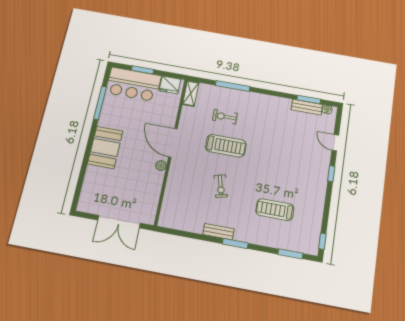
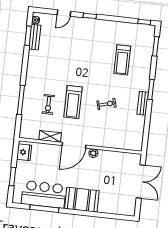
bar counter: (133, 84) -> (44, 194), moved, turned -90
shelving: (191, 93) -> (50, 136), moved
treadmill: (226, 146) -> (73, 102), turned 180

